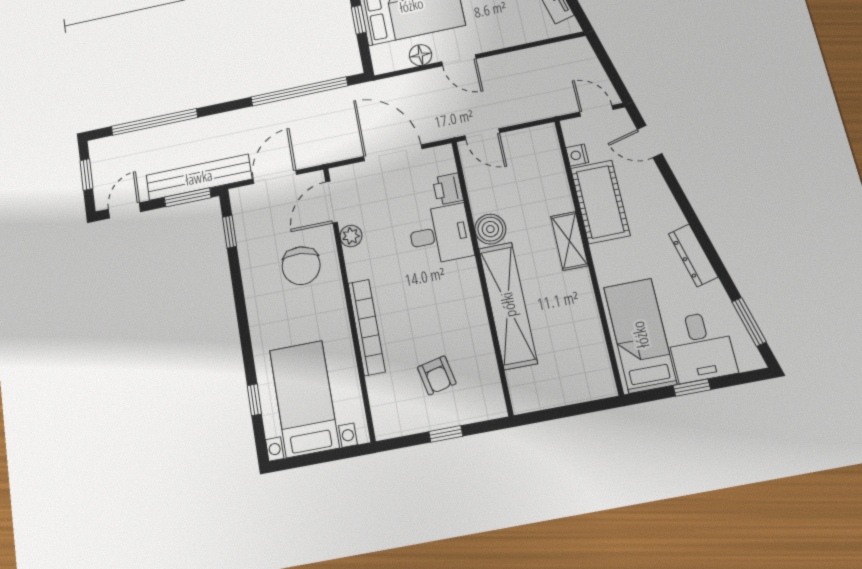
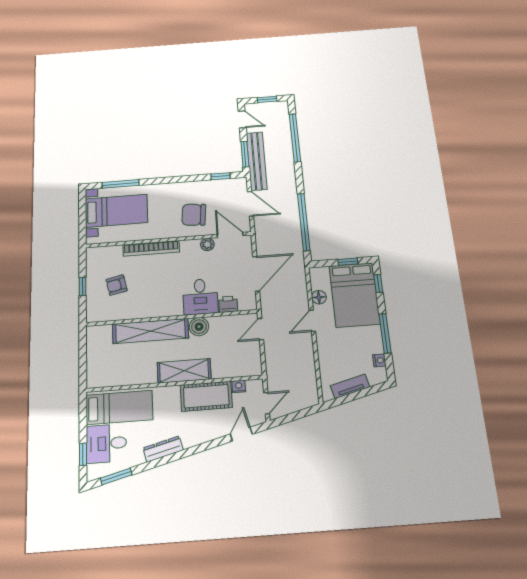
shelving: (569, 241) -> (184, 371), width x1.50, depth x1.33
window: (692, 388) -> (83, 454), moved
window: (254, 400) -> (121, 184), width x2.17

